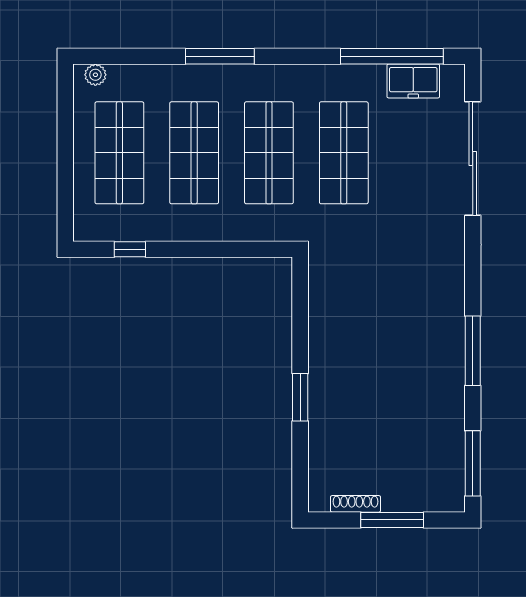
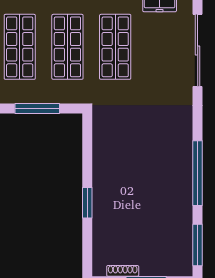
window: (222, 249) -> (37, 108), added
window: (473, 351) -> (198, 173), width x1.46

